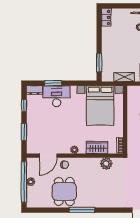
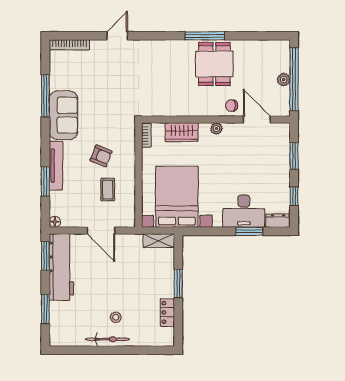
locker: (106, 17) -> (167, 312), moved
window: (99, 63) -> (178, 284), moved
shelving: (124, 77) -> (159, 241), moved
door: (48, 156) -> (257, 119), hinge flipped
plant: (106, 164) -> (168, 107), removed
dining table: (64, 191) -> (214, 64), moved

